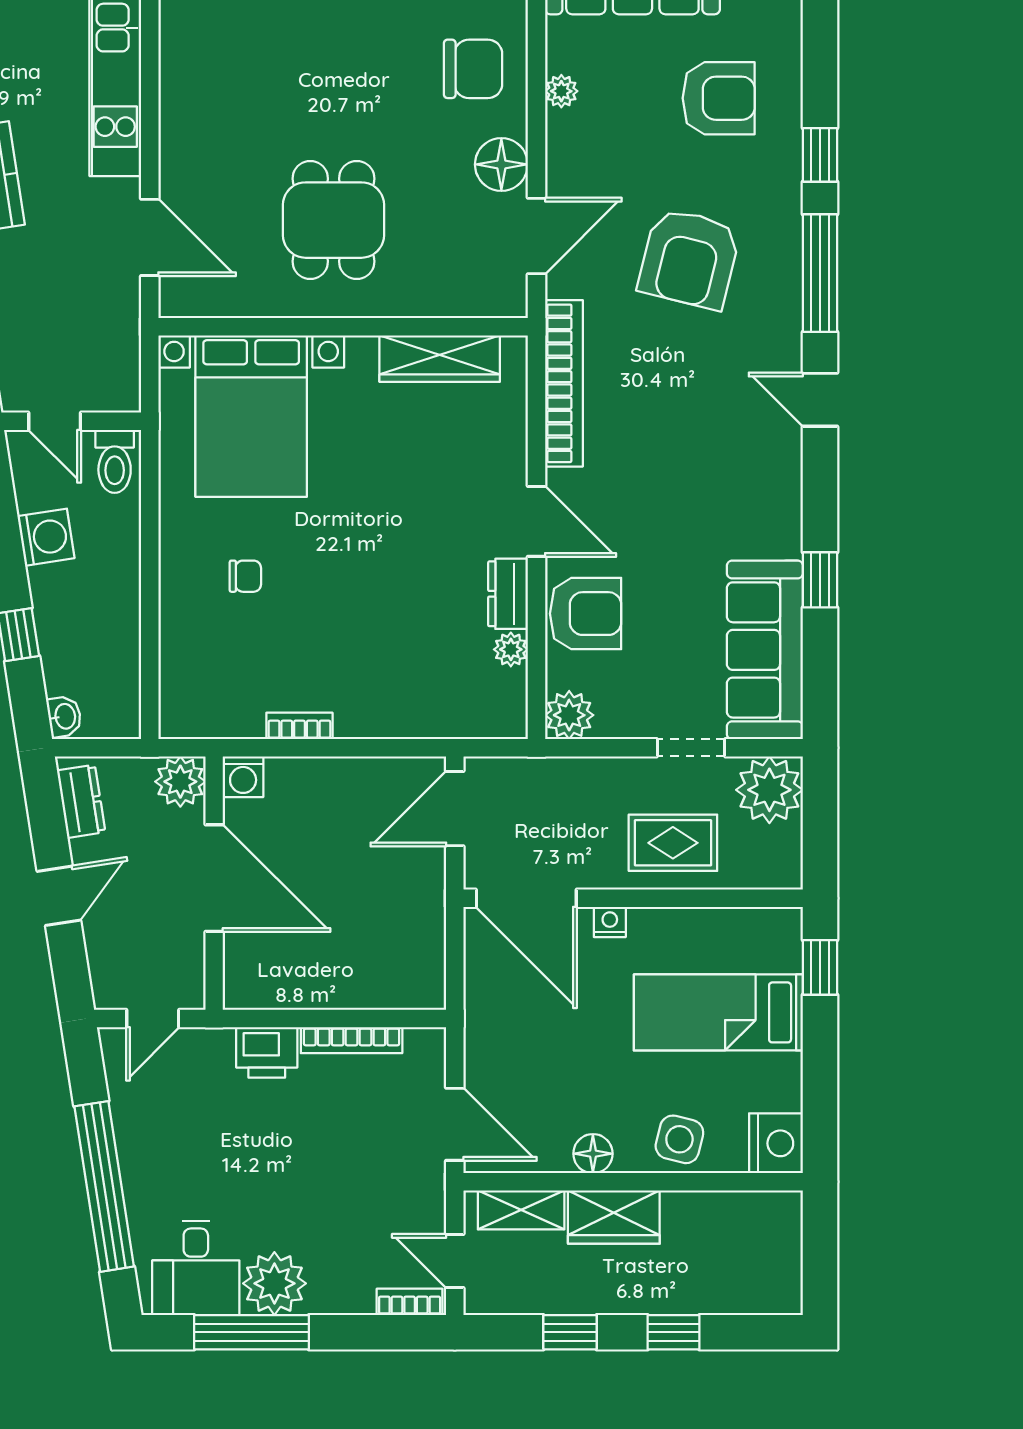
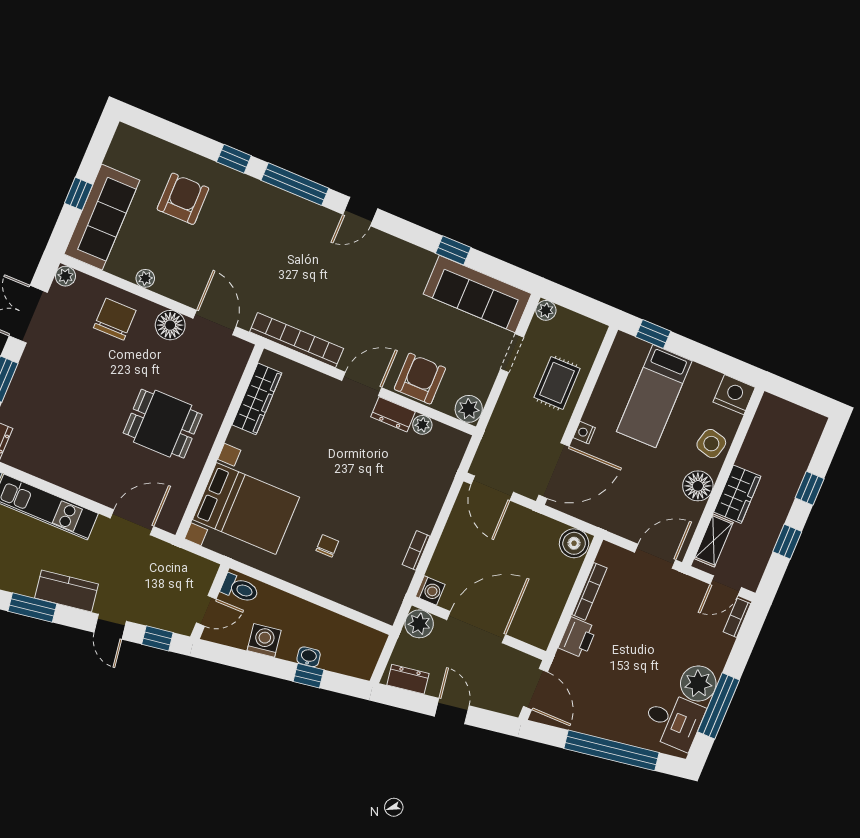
armchair: (689, 259) -> (259, 249), removed
washbasin: (64, 716) -> (309, 657), moved
plant: (769, 790) -> (546, 310), width x0.53, depth x0.53
boiler: (420, 982) -> (574, 543), added
door: (153, 1019) -> (535, 689), width x1.37
floor lamp: (593, 1154) -> (698, 486), width x1.38, depth x1.38

